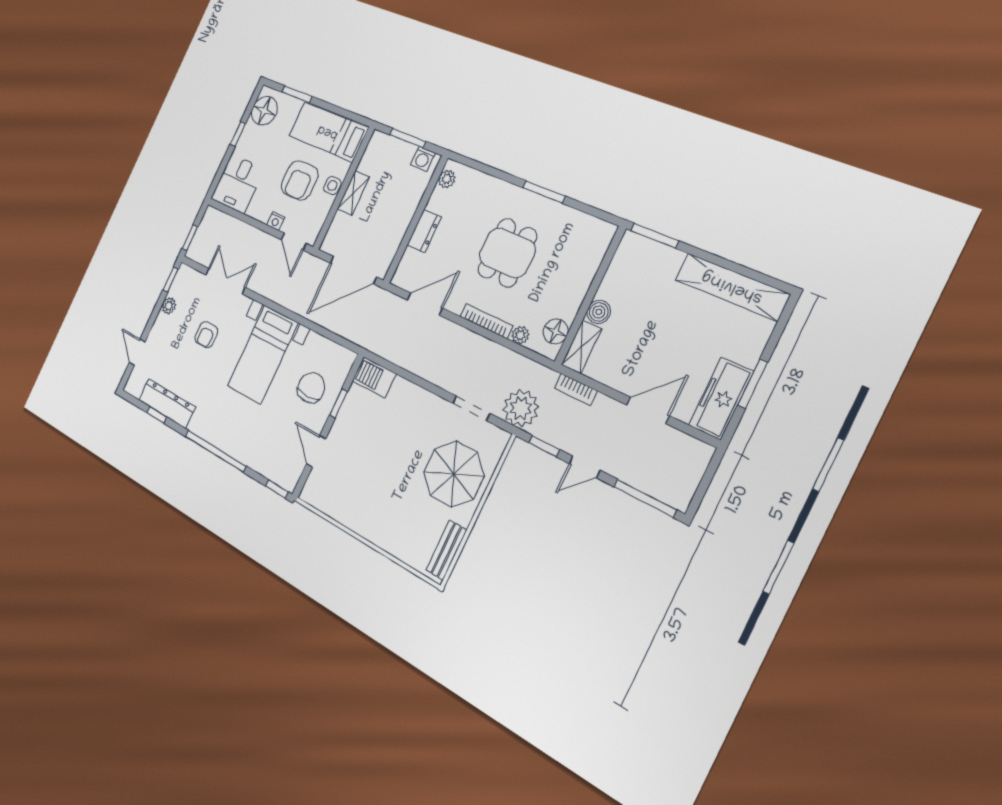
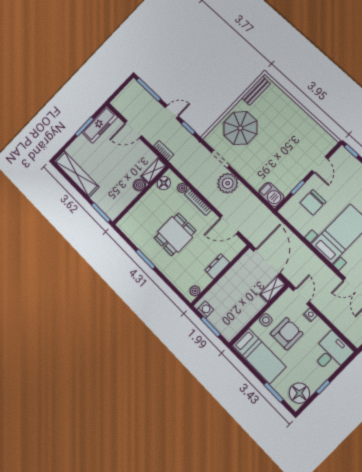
shelving: (353, 193) -> (273, 289), moved
door: (353, 270) -> (267, 262), hinge flipped
plant: (521, 408) -> (228, 183), moved

